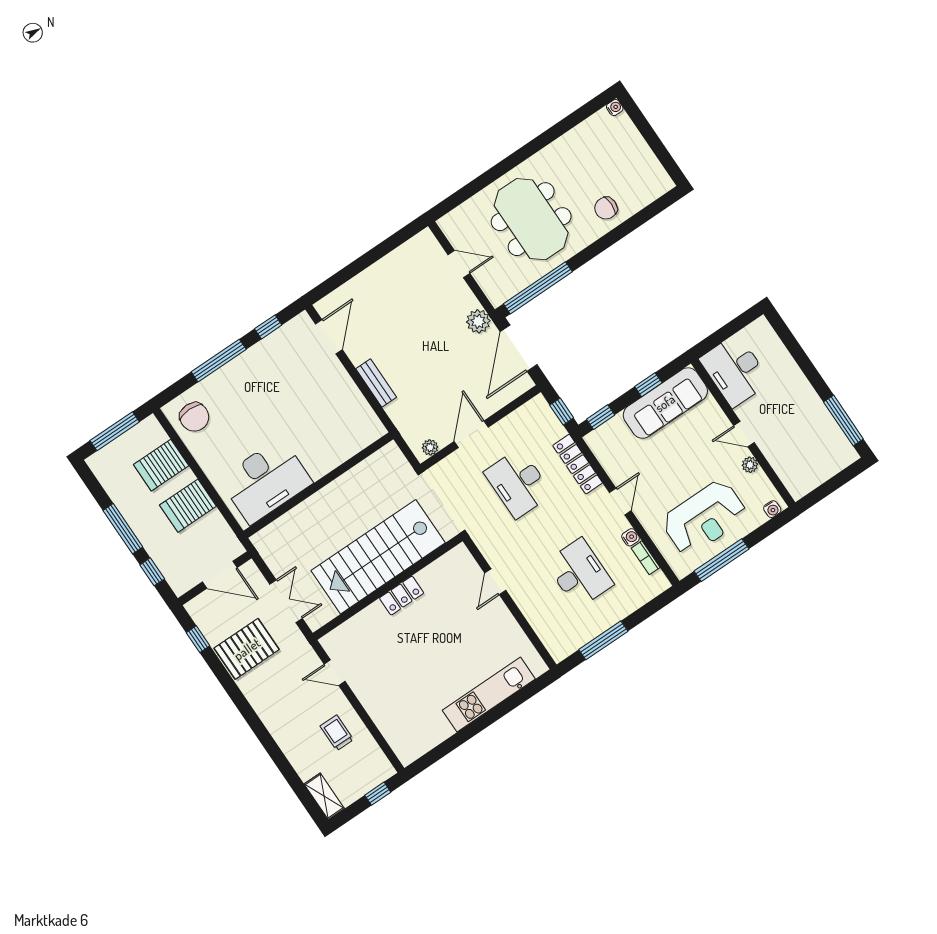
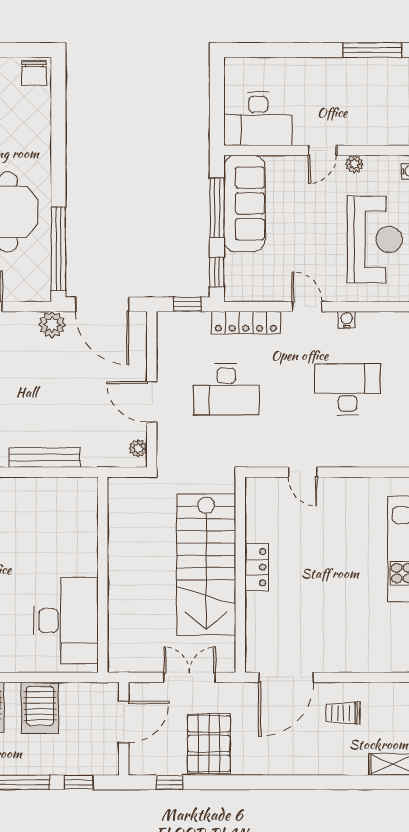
chair: (606, 208) -> (34, 73), moved
bench: (376, 383) -> (45, 458), width x1.36
window: (648, 385) -> (217, 208), width x2.17
bookcase: (646, 558) -> (375, 319), removed
door: (335, 673) -> (286, 677), width x1.87

